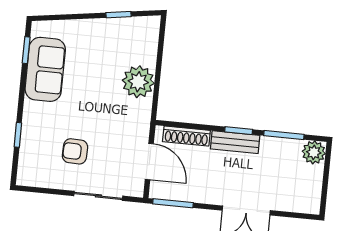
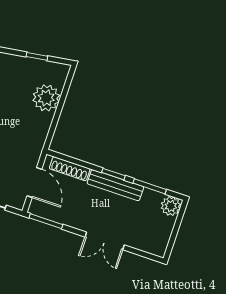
plant: (138, 82) -> (46, 98), moved
bench: (235, 142) -> (115, 185), width x1.36

